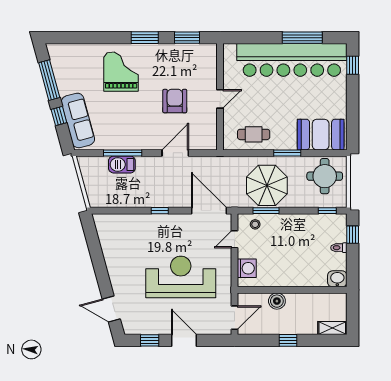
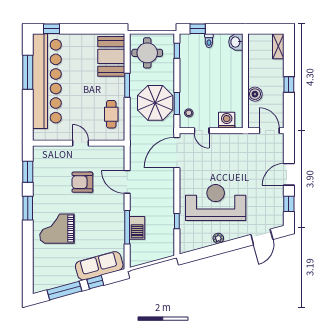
window: (160, 211) -> (177, 221), moved
plant: (110, 259) -> (218, 238), added
reception desk: (181, 277) -> (216, 202), moved, turned 90

